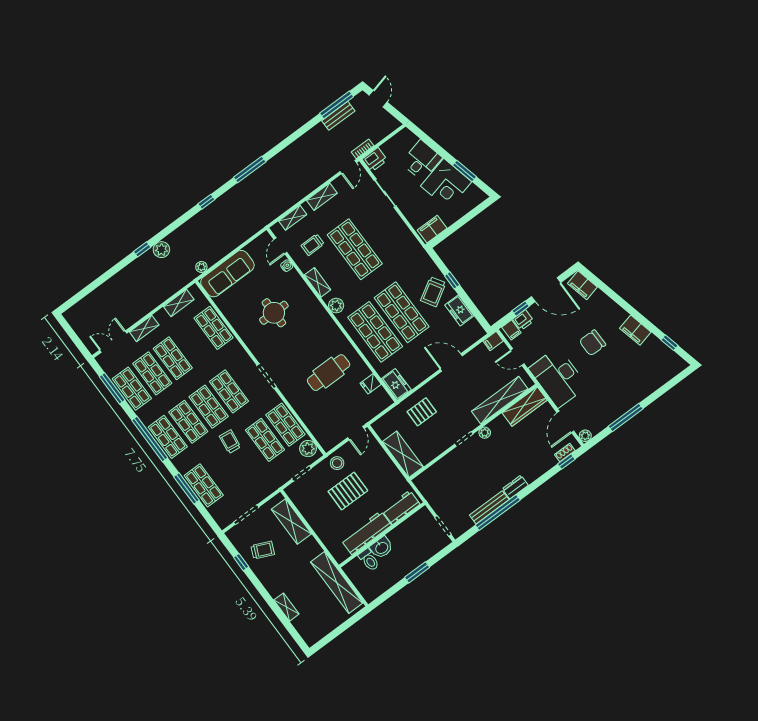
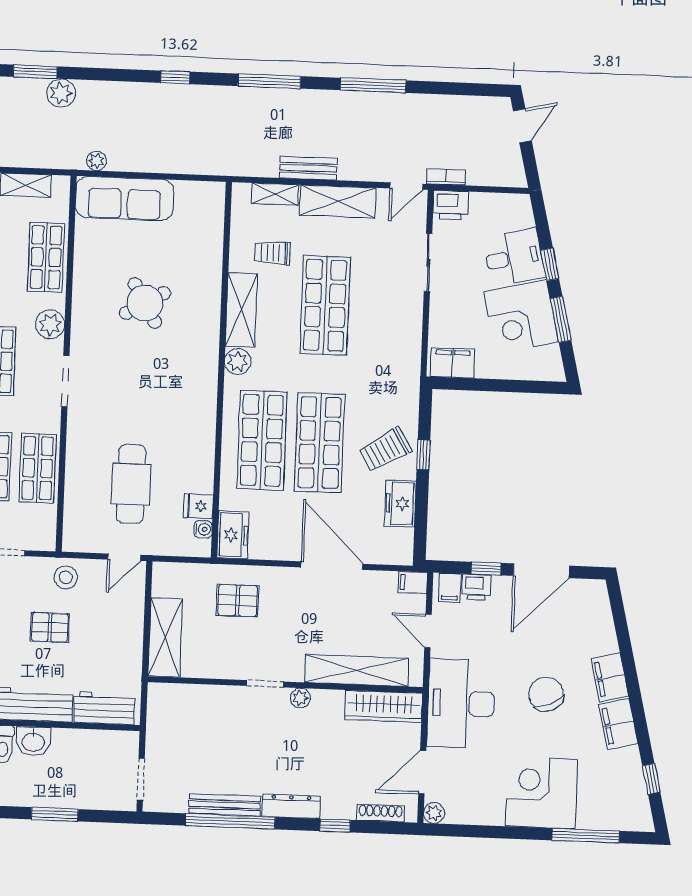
window: (337, 105) -> (373, 85), moved
bench: (338, 116) -> (308, 168), moved
window: (440, 150) -> (550, 264), added
shelving: (322, 197) -> (338, 201), width x1.50, depth x1.33
door: (280, 246) -> (227, 219), removed
window: (142, 249) -> (35, 72), width x1.50
water cooler: (287, 266) -> (203, 529), moved
shelving: (318, 282) -> (241, 310), width x1.50, depth x1.33
filing cabinet: (582, 285) -> (610, 677), moved
door: (546, 290) -> (541, 571), hinge flipped
round table: (274, 313) -> (145, 303), turned -30
chair: (593, 343) -> (546, 694), turned 65
door: (451, 362) -> (332, 566), width x1.36
cafe table: (329, 373) -> (131, 484), moved, turned 90
corner desk: (626, 388) -> (542, 793), added
window: (626, 418) -> (586, 836), moved
plant: (308, 449) -> (50, 324), moved
shoe rack: (565, 453) -> (381, 813), width x1.43
window: (566, 462) -> (335, 826), moved
dresser: (515, 487) -> (291, 806), width x1.44
pallet: (348, 491) -> (50, 627), width x0.67, depth x0.71

